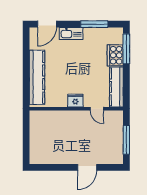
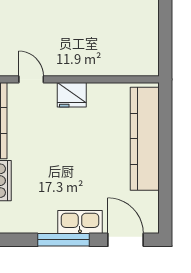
door: (47, 24) -> (126, 240), hinge flipped
window: (94, 24) -> (63, 240), moved

